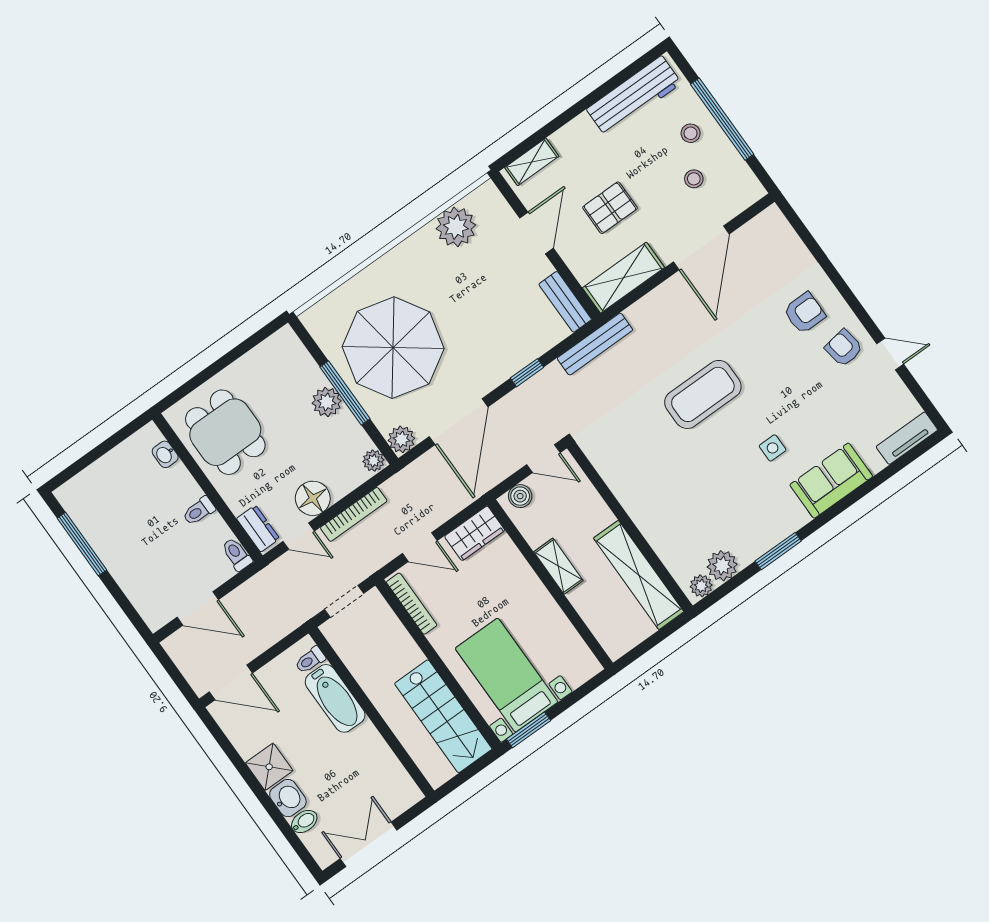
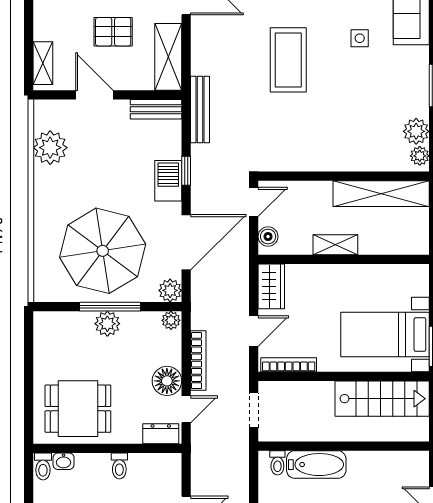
pallet: (610, 208) -> (113, 32), turned 90
barbecue: (505, 363) -> (168, 181), added
door: (459, 422) -> (186, 242), hinge flipped
toilet: (237, 554) -> (43, 466), moved, turned -90

